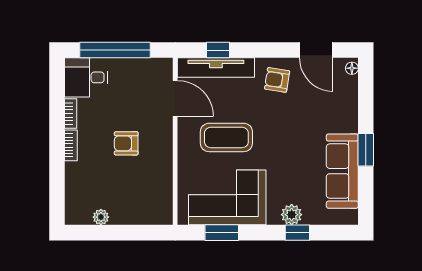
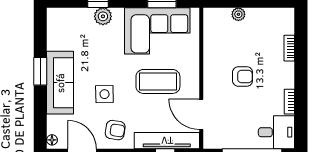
side table: (290, 122) -> (104, 94), added
bookcase: (71, 145) -> (289, 48), moved
sofa: (342, 171) -> (60, 83), moved
plant: (101, 217) -> (238, 14), moved

